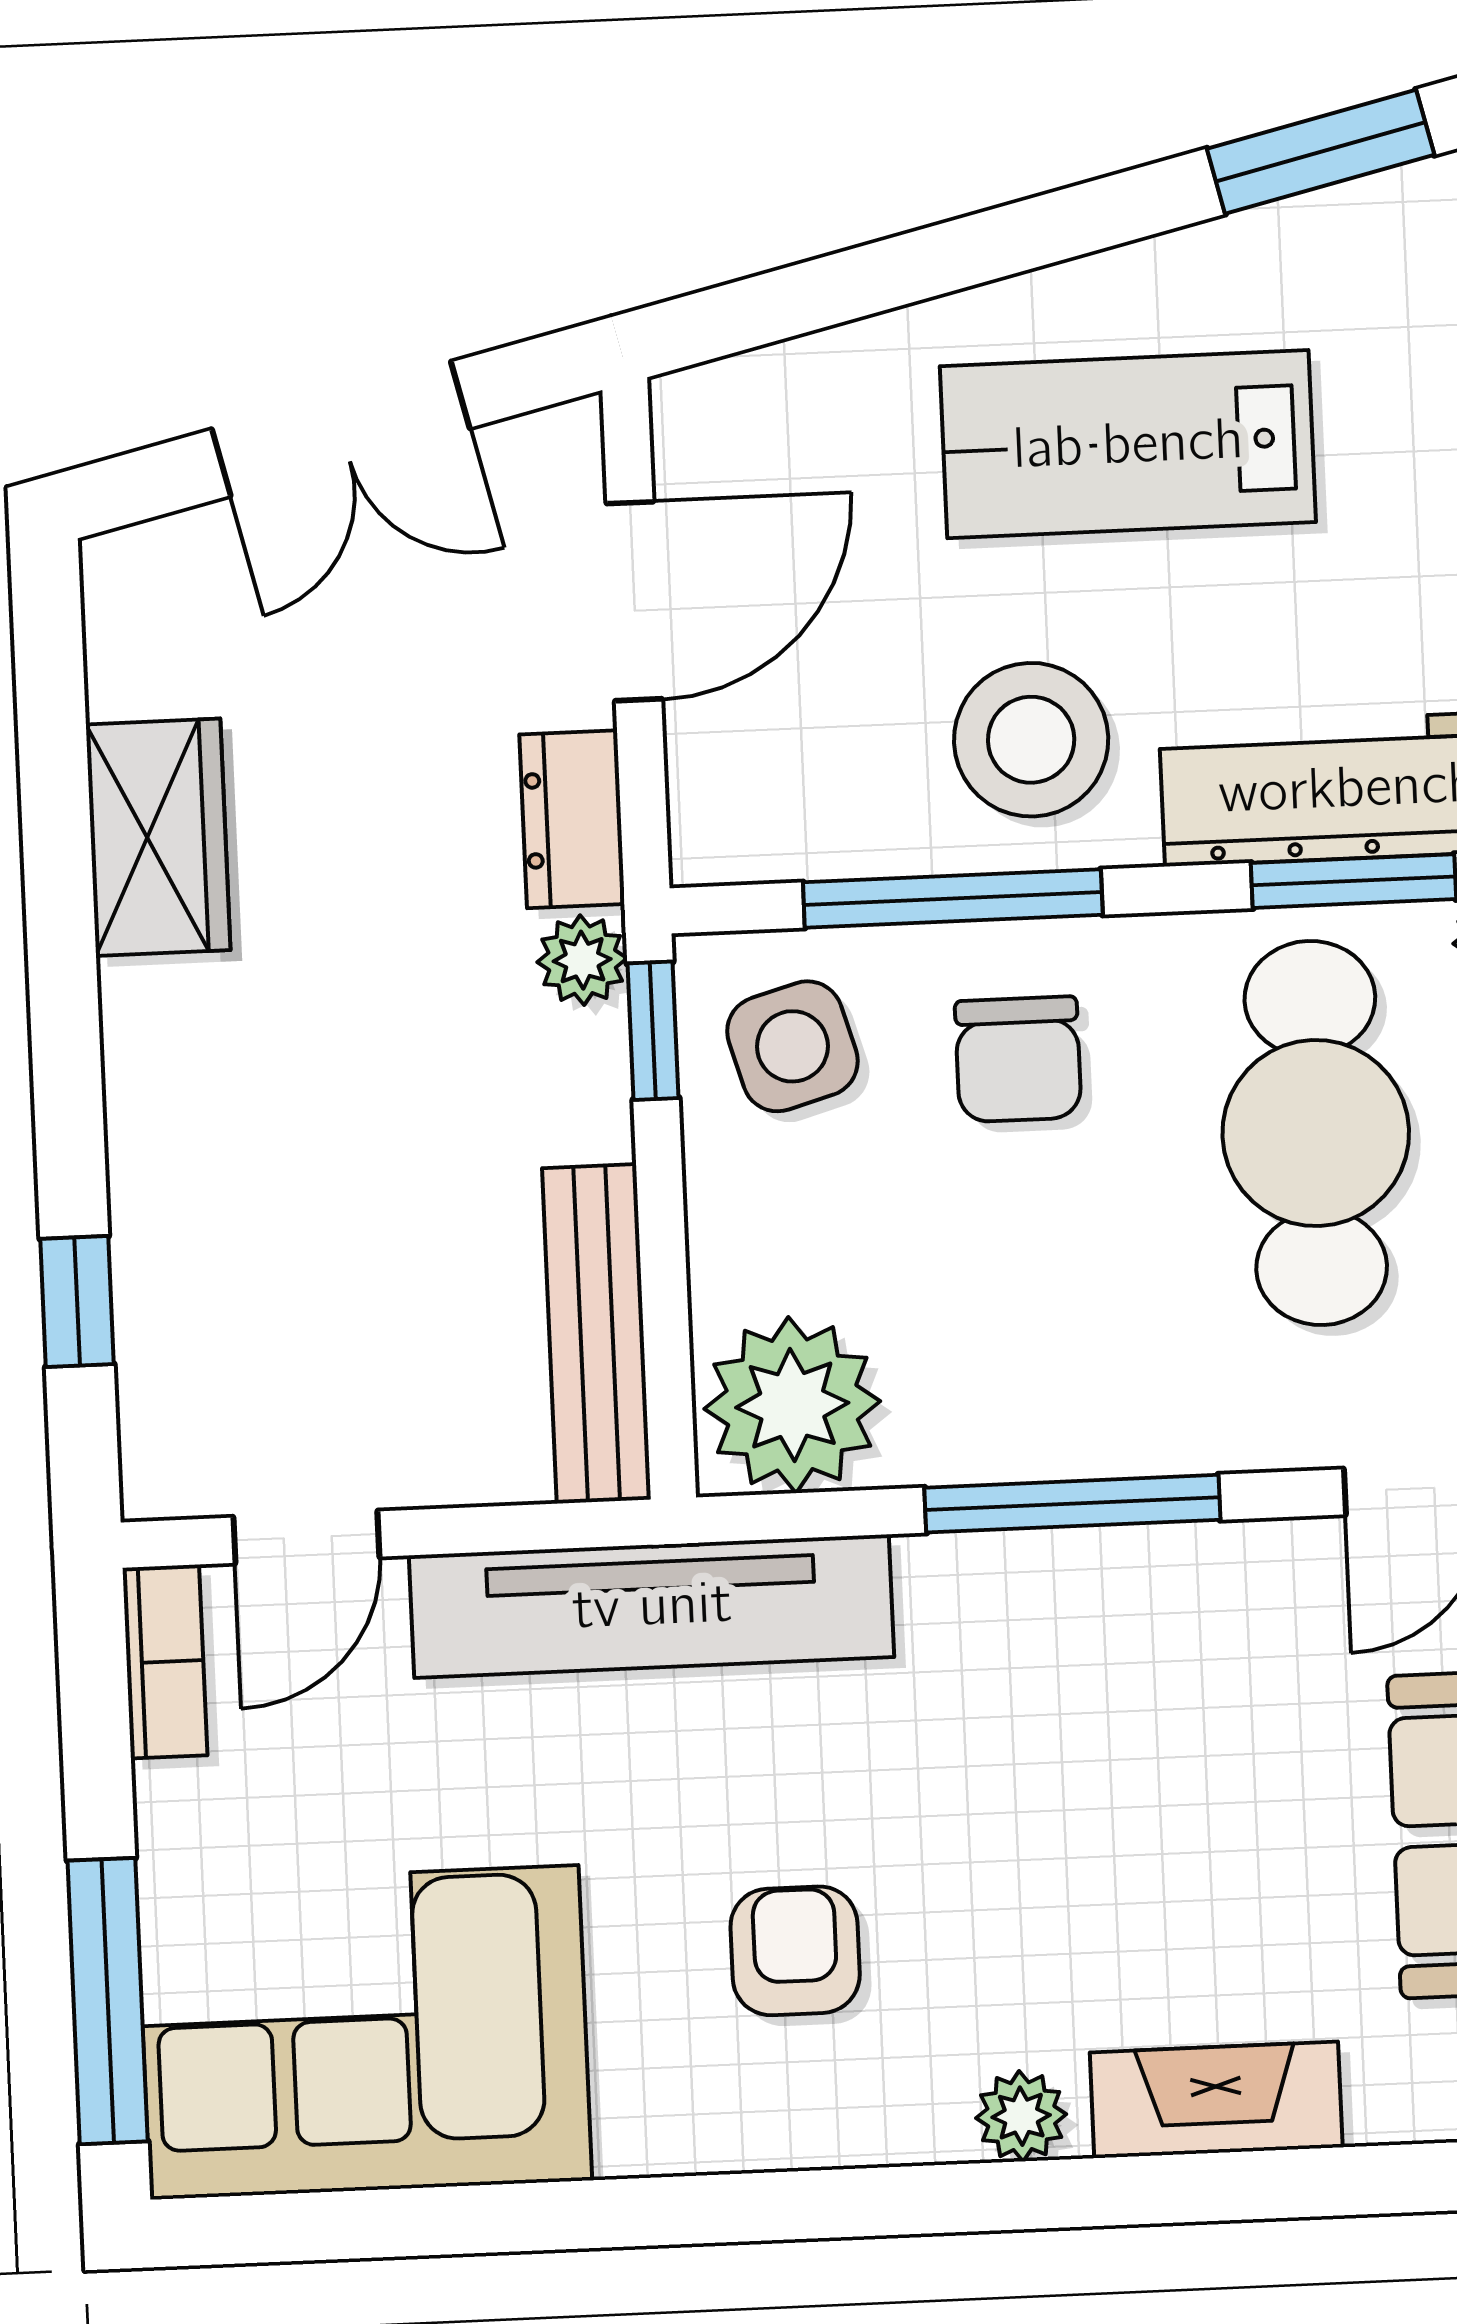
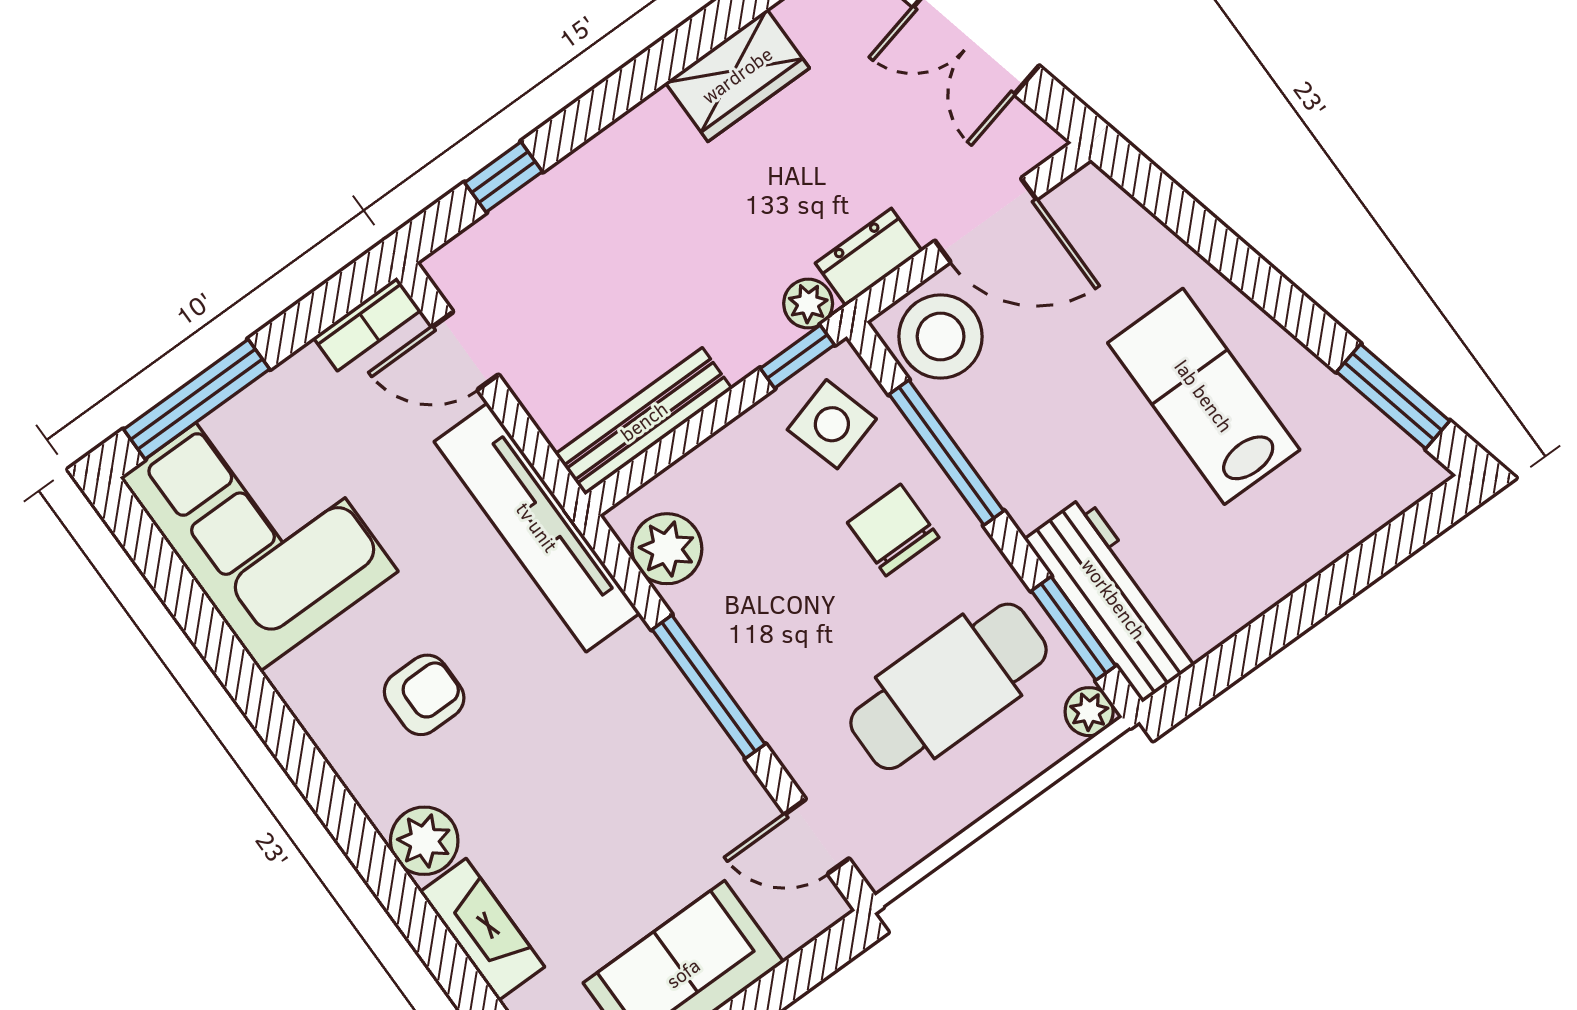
stool: (1031, 740) -> (941, 336), moved
chair: (1018, 1059) -> (893, 530), turned 90
plant: (792, 1405) -> (667, 549), width x0.73, depth x0.73
plant: (1021, 2116) -> (424, 841), width x1.38, depth x1.38

